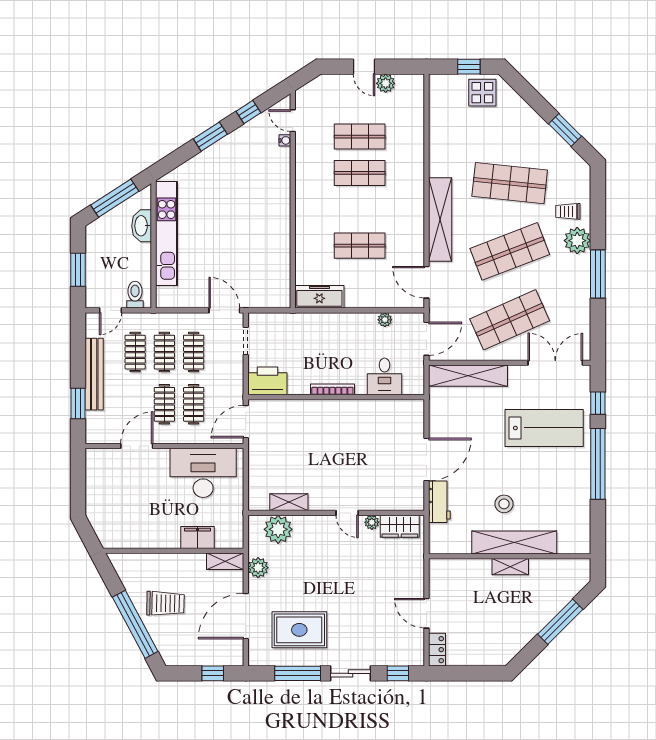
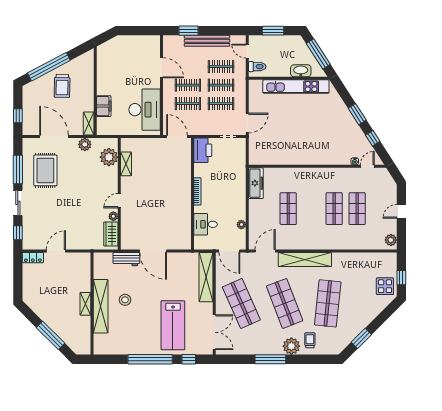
plant: (386, 83) -> (391, 240), moved

